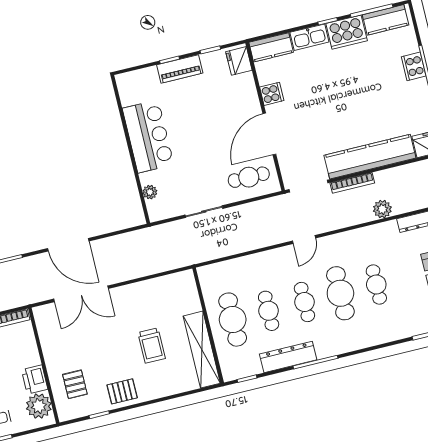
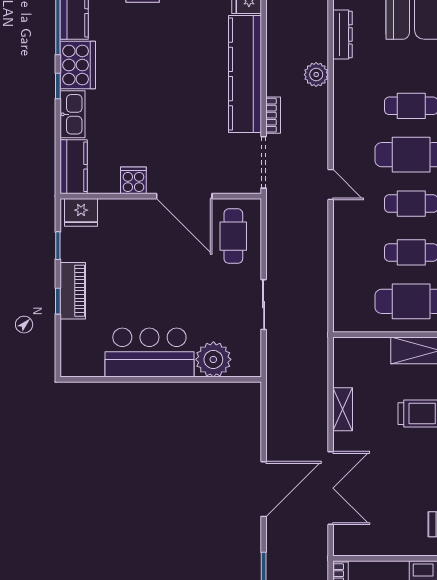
bookcase: (352, 183) -> (273, 115), width x0.64
plant: (150, 192) -> (213, 359), width x1.88, depth x1.88
shelving: (141, 288) -> (343, 409), added

